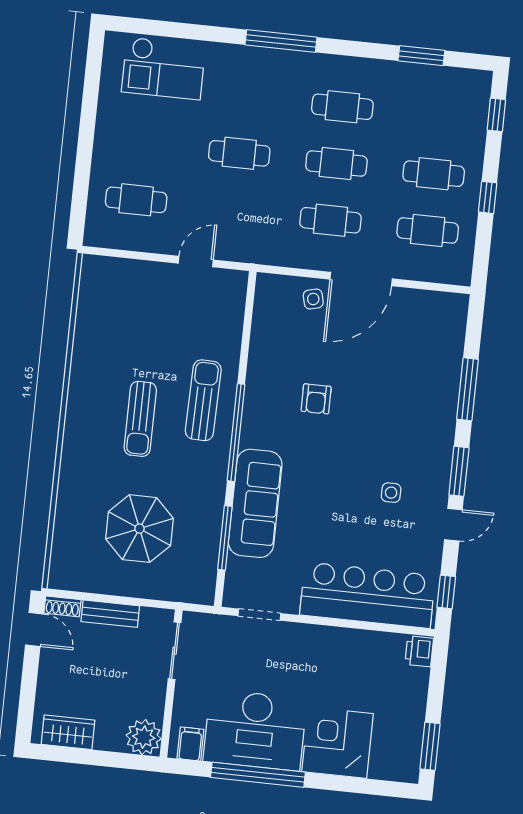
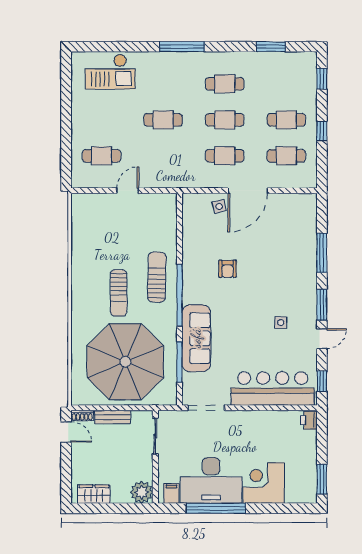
door: (196, 262) -> (128, 191), moved
parasol: (140, 529) -> (125, 362), width x1.86, depth x1.86
doorway: (259, 615) -> (206, 408), width x1.38

